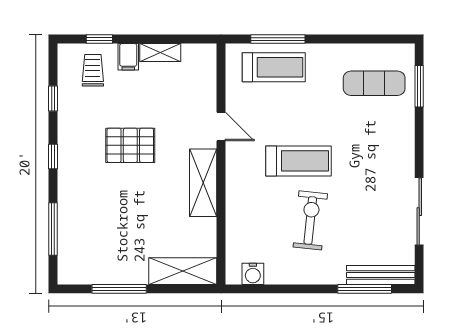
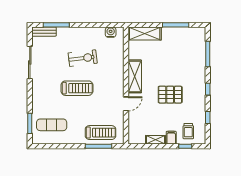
treadmill: (274, 67) -> (101, 133), turned 180
door: (221, 127) -> (126, 104), swing flipped
treadmill: (298, 161) -> (77, 88), moved, turned 180
exercise bike: (310, 220) -> (83, 58), turned -103
bench: (381, 275) -> (44, 32), width x0.73

